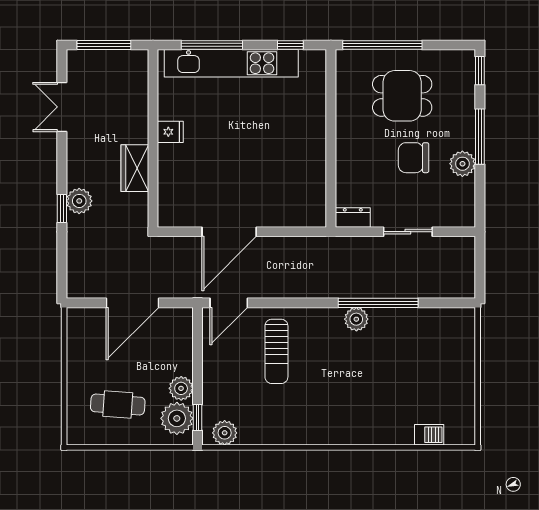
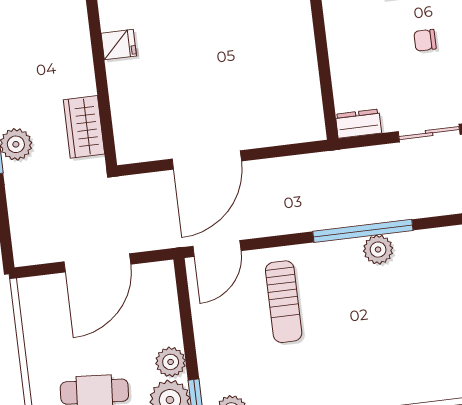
chair: (414, 158) -> (425, 40), width x0.54, depth x0.54
wardrobe: (135, 168) -> (84, 127), moved
window: (378, 303) -> (363, 231), moved

